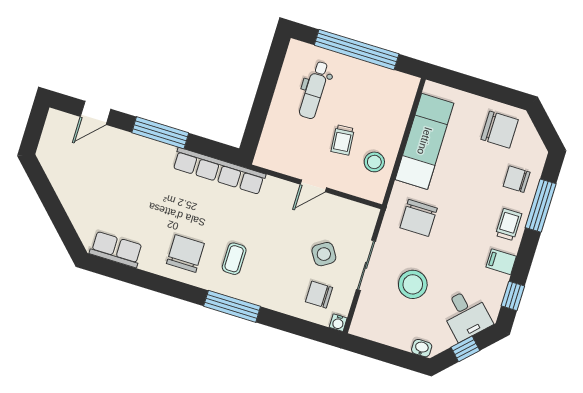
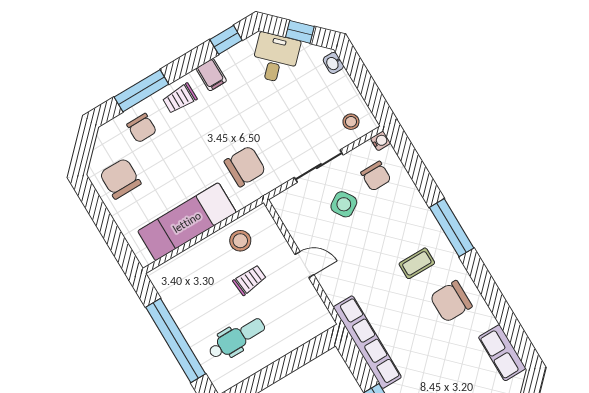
stool: (413, 284) -> (351, 122), moved, width x0.53, depth x0.53

